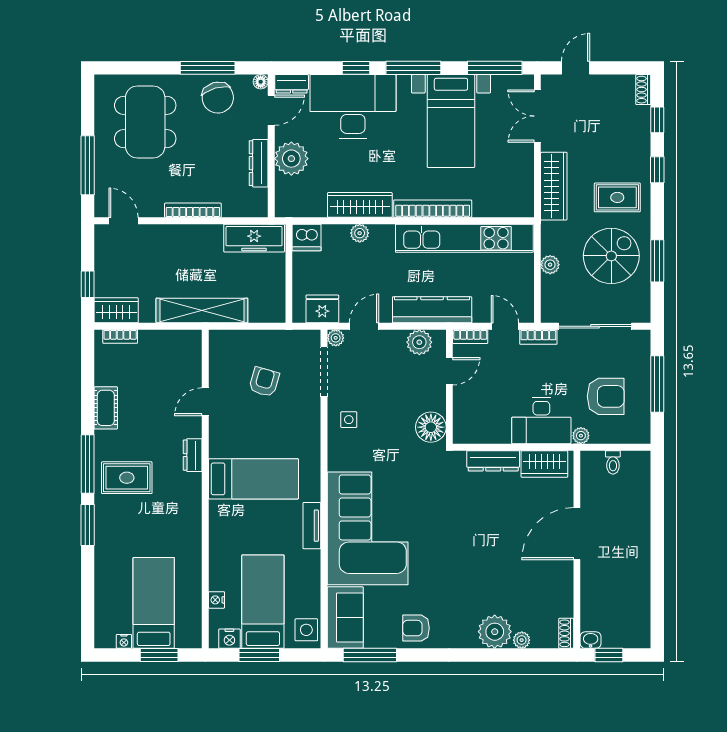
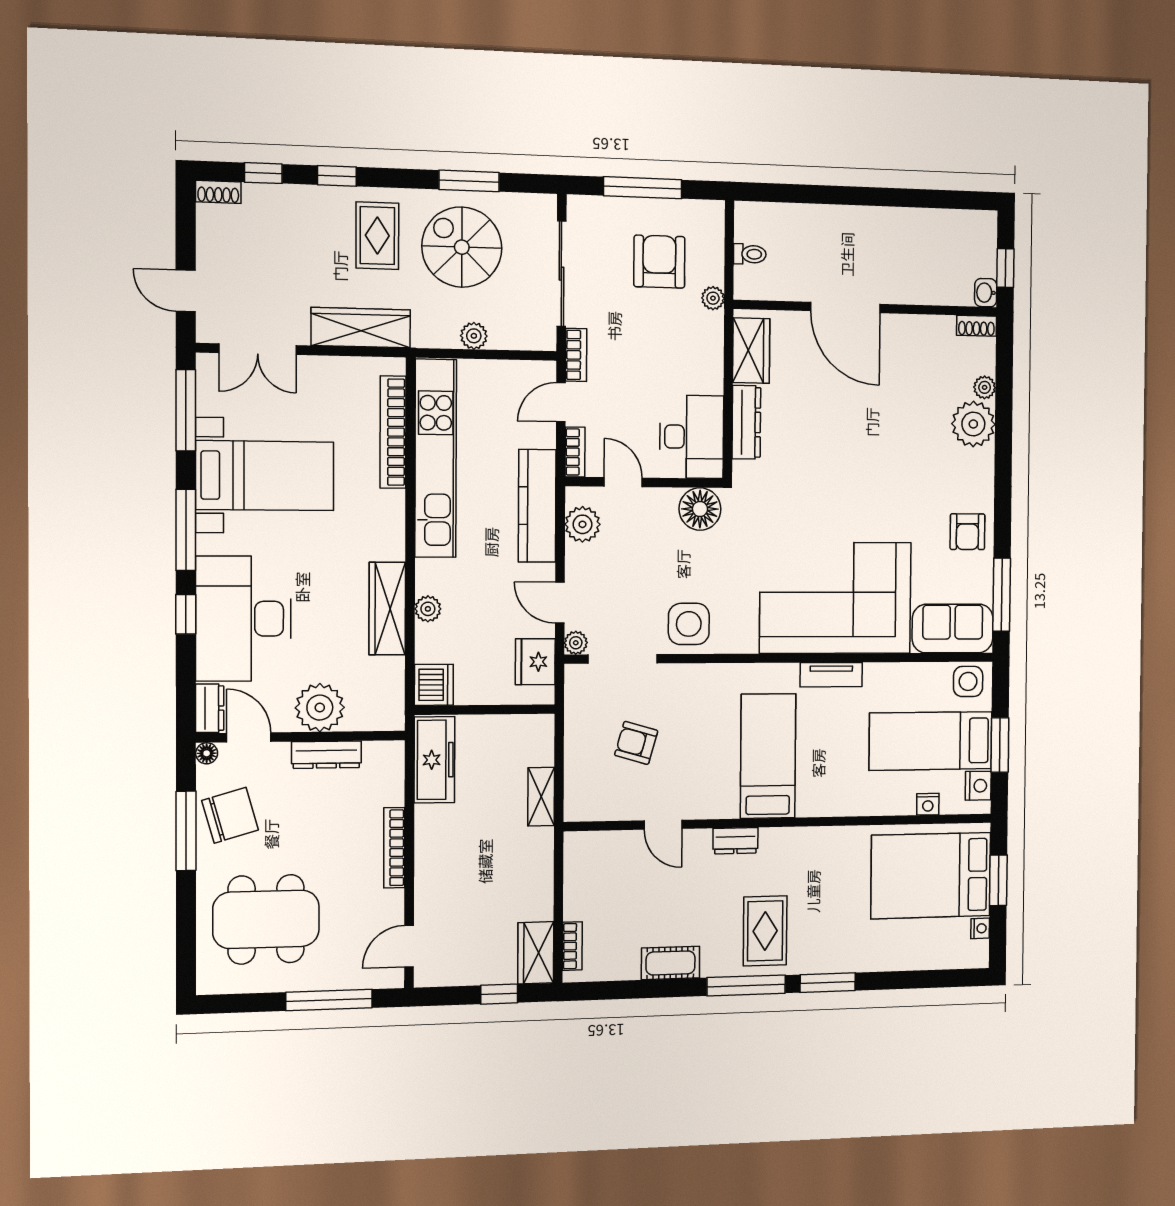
bookcase: (433, 209) -> (393, 432), moved
shelving: (202, 310) -> (541, 797), width x0.45, depth x0.75
side table: (349, 420) -> (689, 624), width x1.87, depth x1.87
desk: (541, 421) -> (692, 437), moved
bed: (154, 603) -> (931, 876), width x1.50

